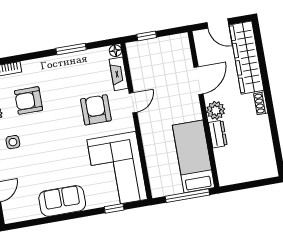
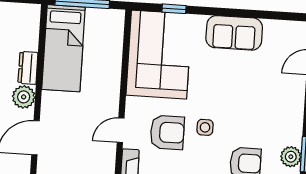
armchair: (96, 110) -> (167, 132), turned -90
side table: (13, 142) -> (205, 127), moved

